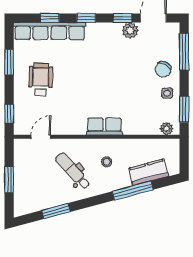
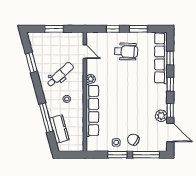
window: (184, 109) -> (117, 155), moved
window: (9, 114) -> (113, 29), moved
row of seats: (104, 126) -> (92, 110), width x2.02
plant: (166, 129) -> (91, 79), moved

